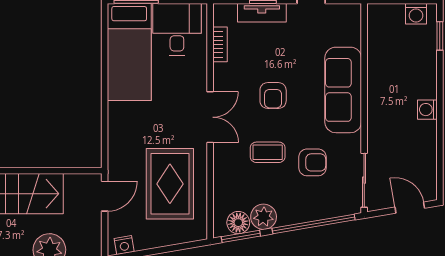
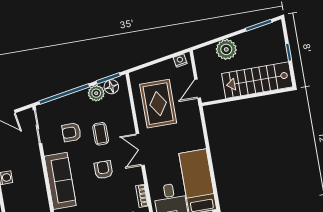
coffee table: (268, 152) -> (101, 134), turned 90

